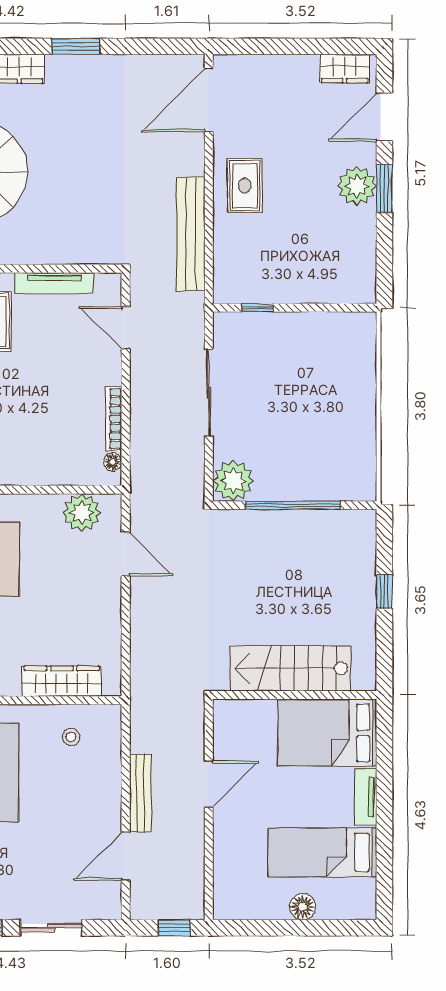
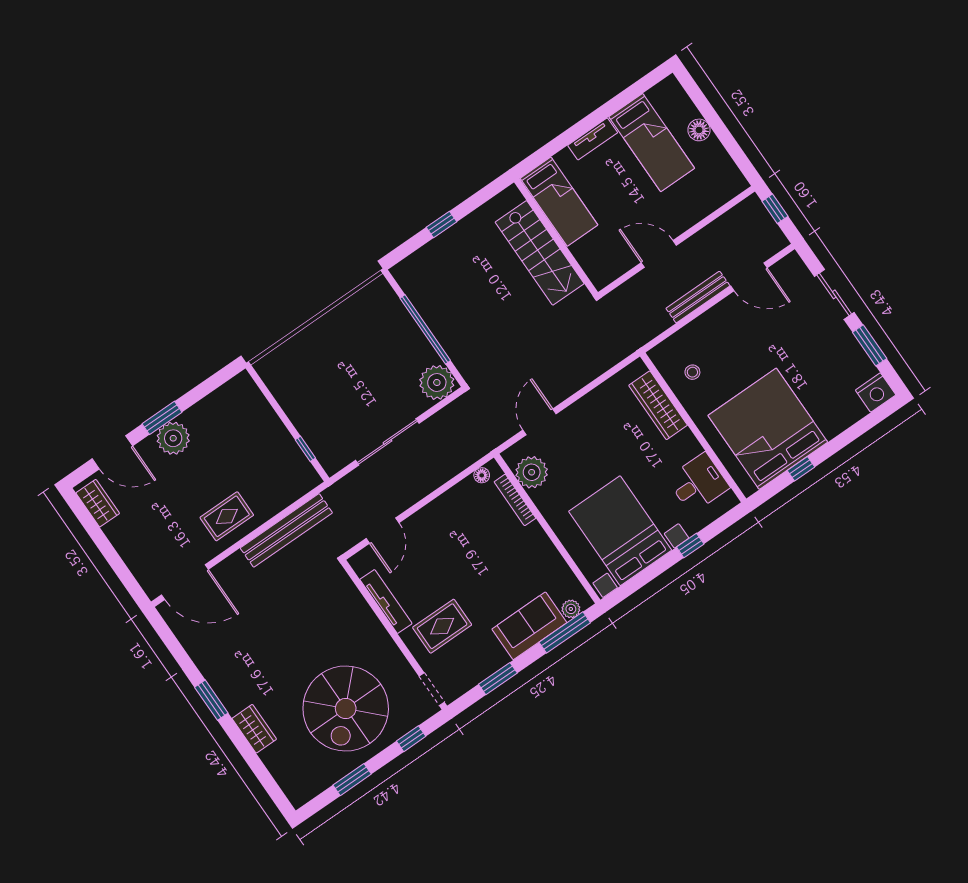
bookcase: (114, 419) -> (515, 500), moved, turned 90
bed: (327, 733) -> (559, 202), width x0.67

